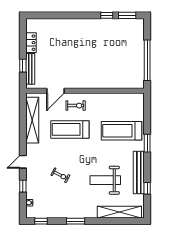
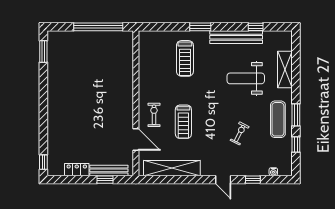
window: (107, 15) -> (43, 162), moved
treadmill: (70, 129) -> (183, 122), width x0.73, depth x0.73
treadmill: (121, 131) -> (185, 58), width x0.73, depth x0.73
weight bench: (105, 180) -> (246, 78), turned 90
exercise mat: (72, 206) -> (278, 119), added
shelving: (119, 212) -> (285, 70), width x0.68
window: (41, 221) -> (296, 144), moved

